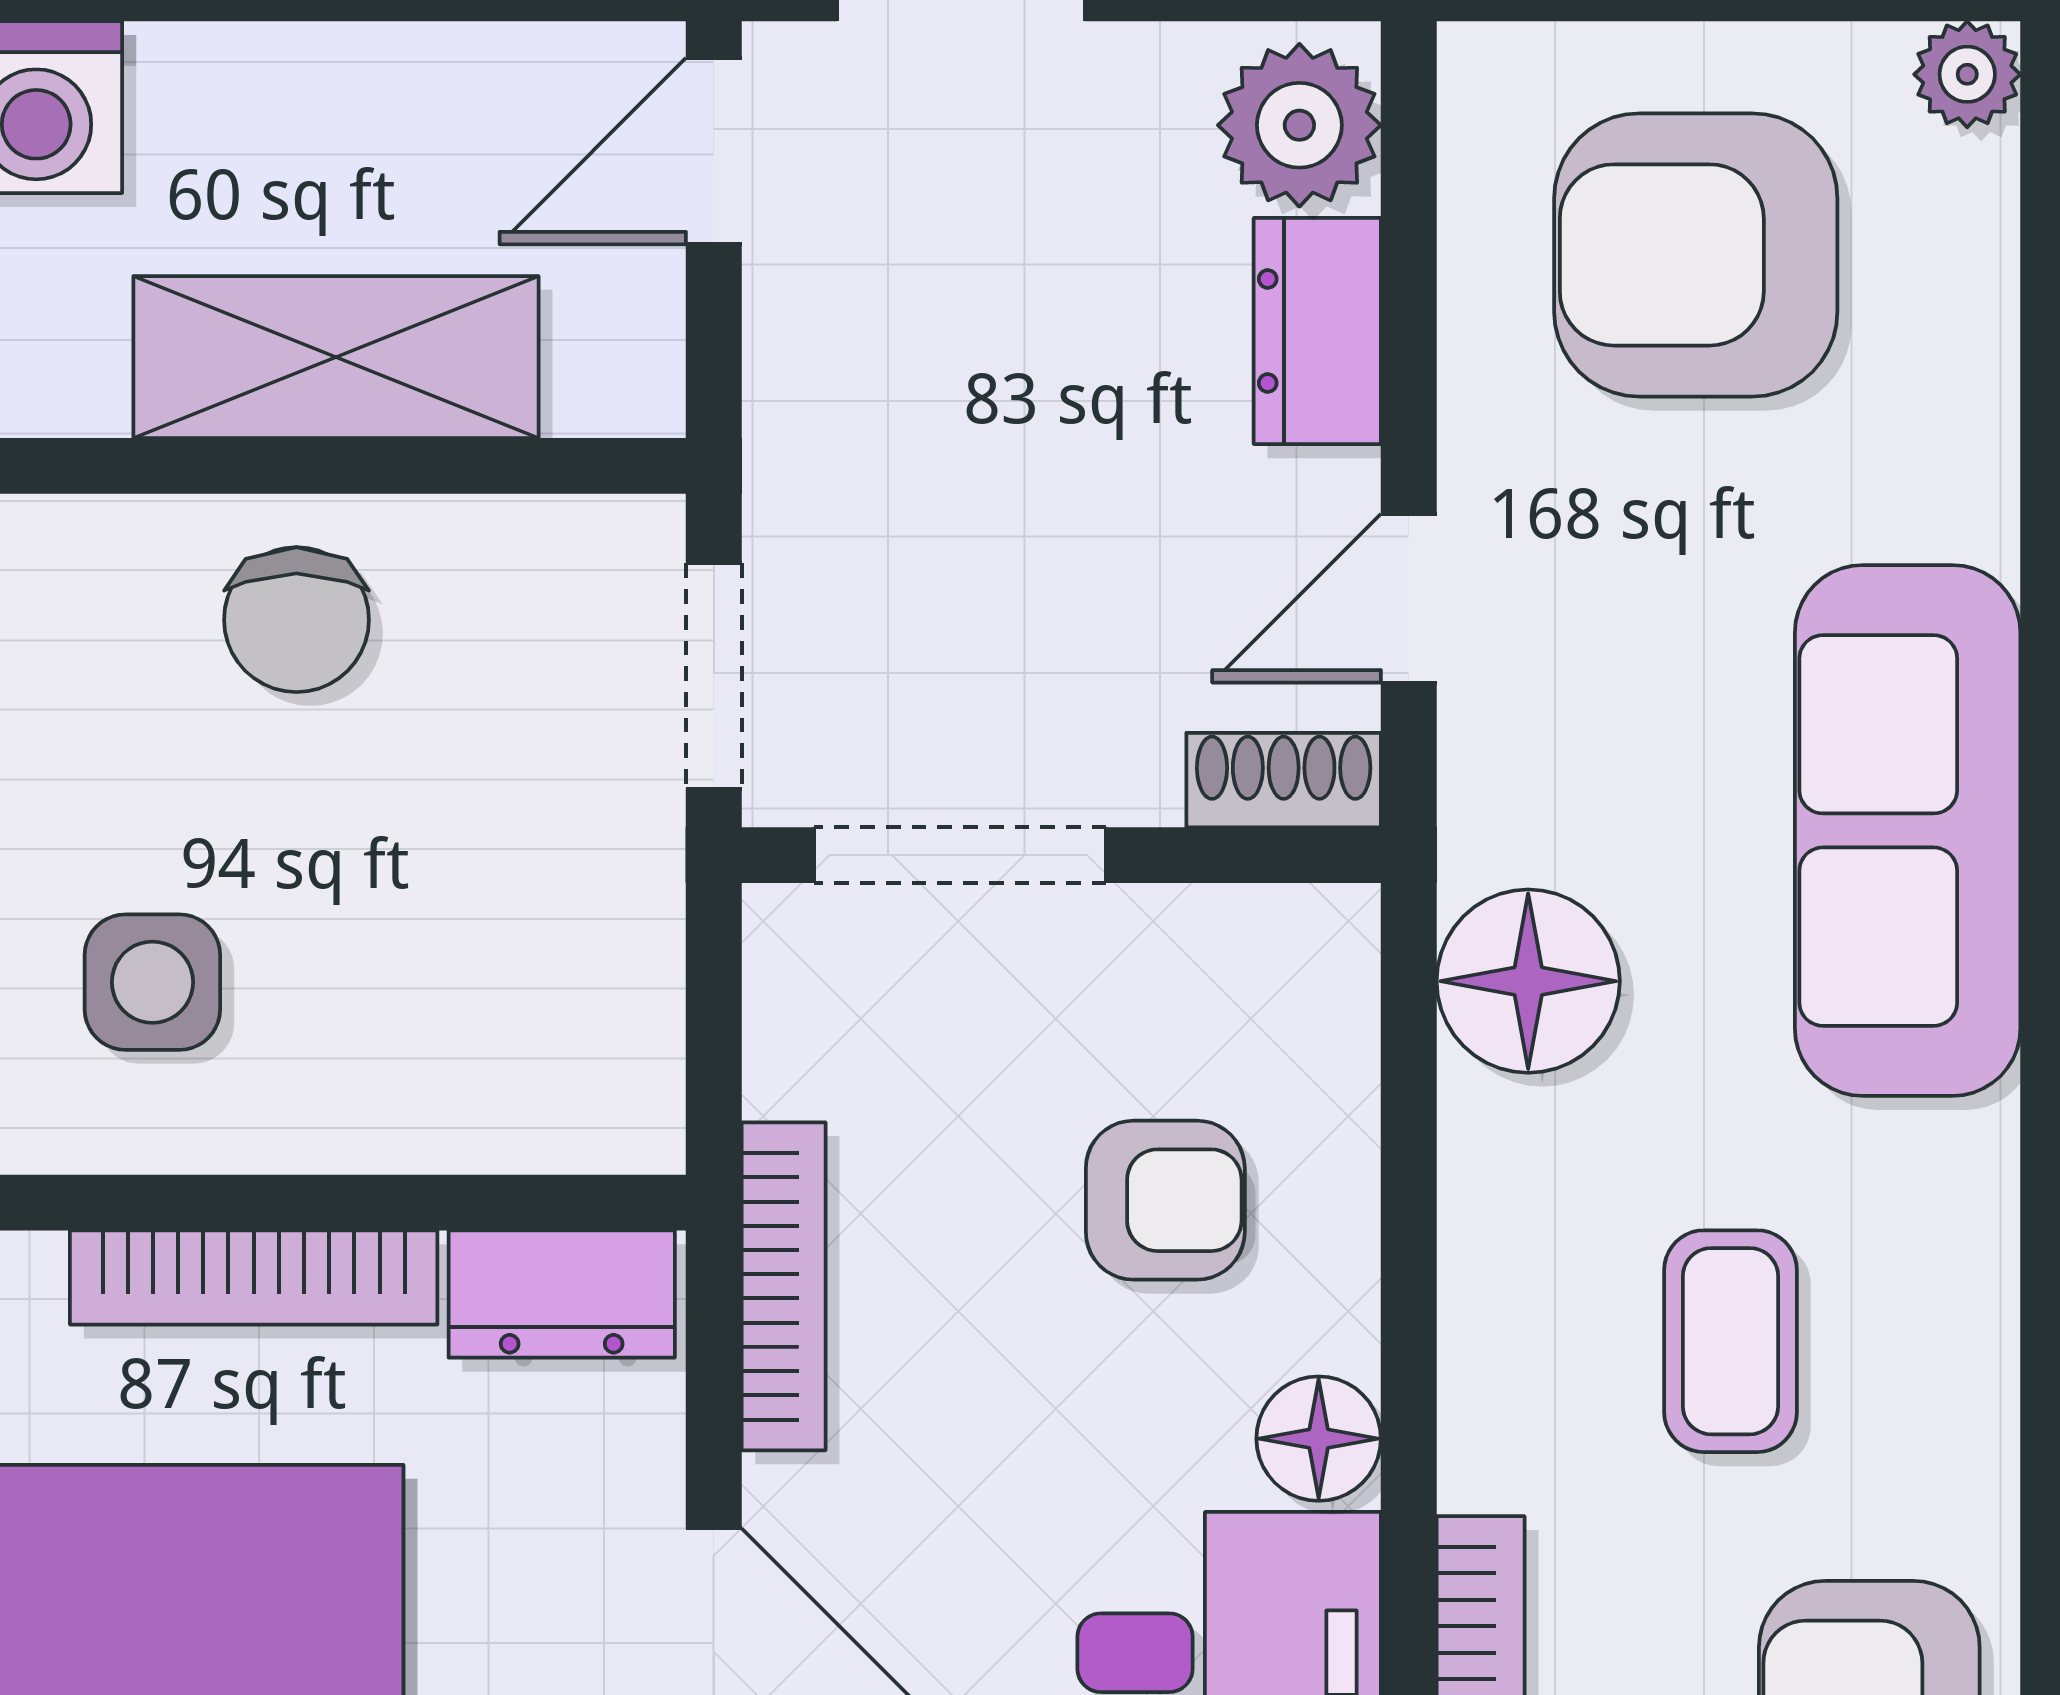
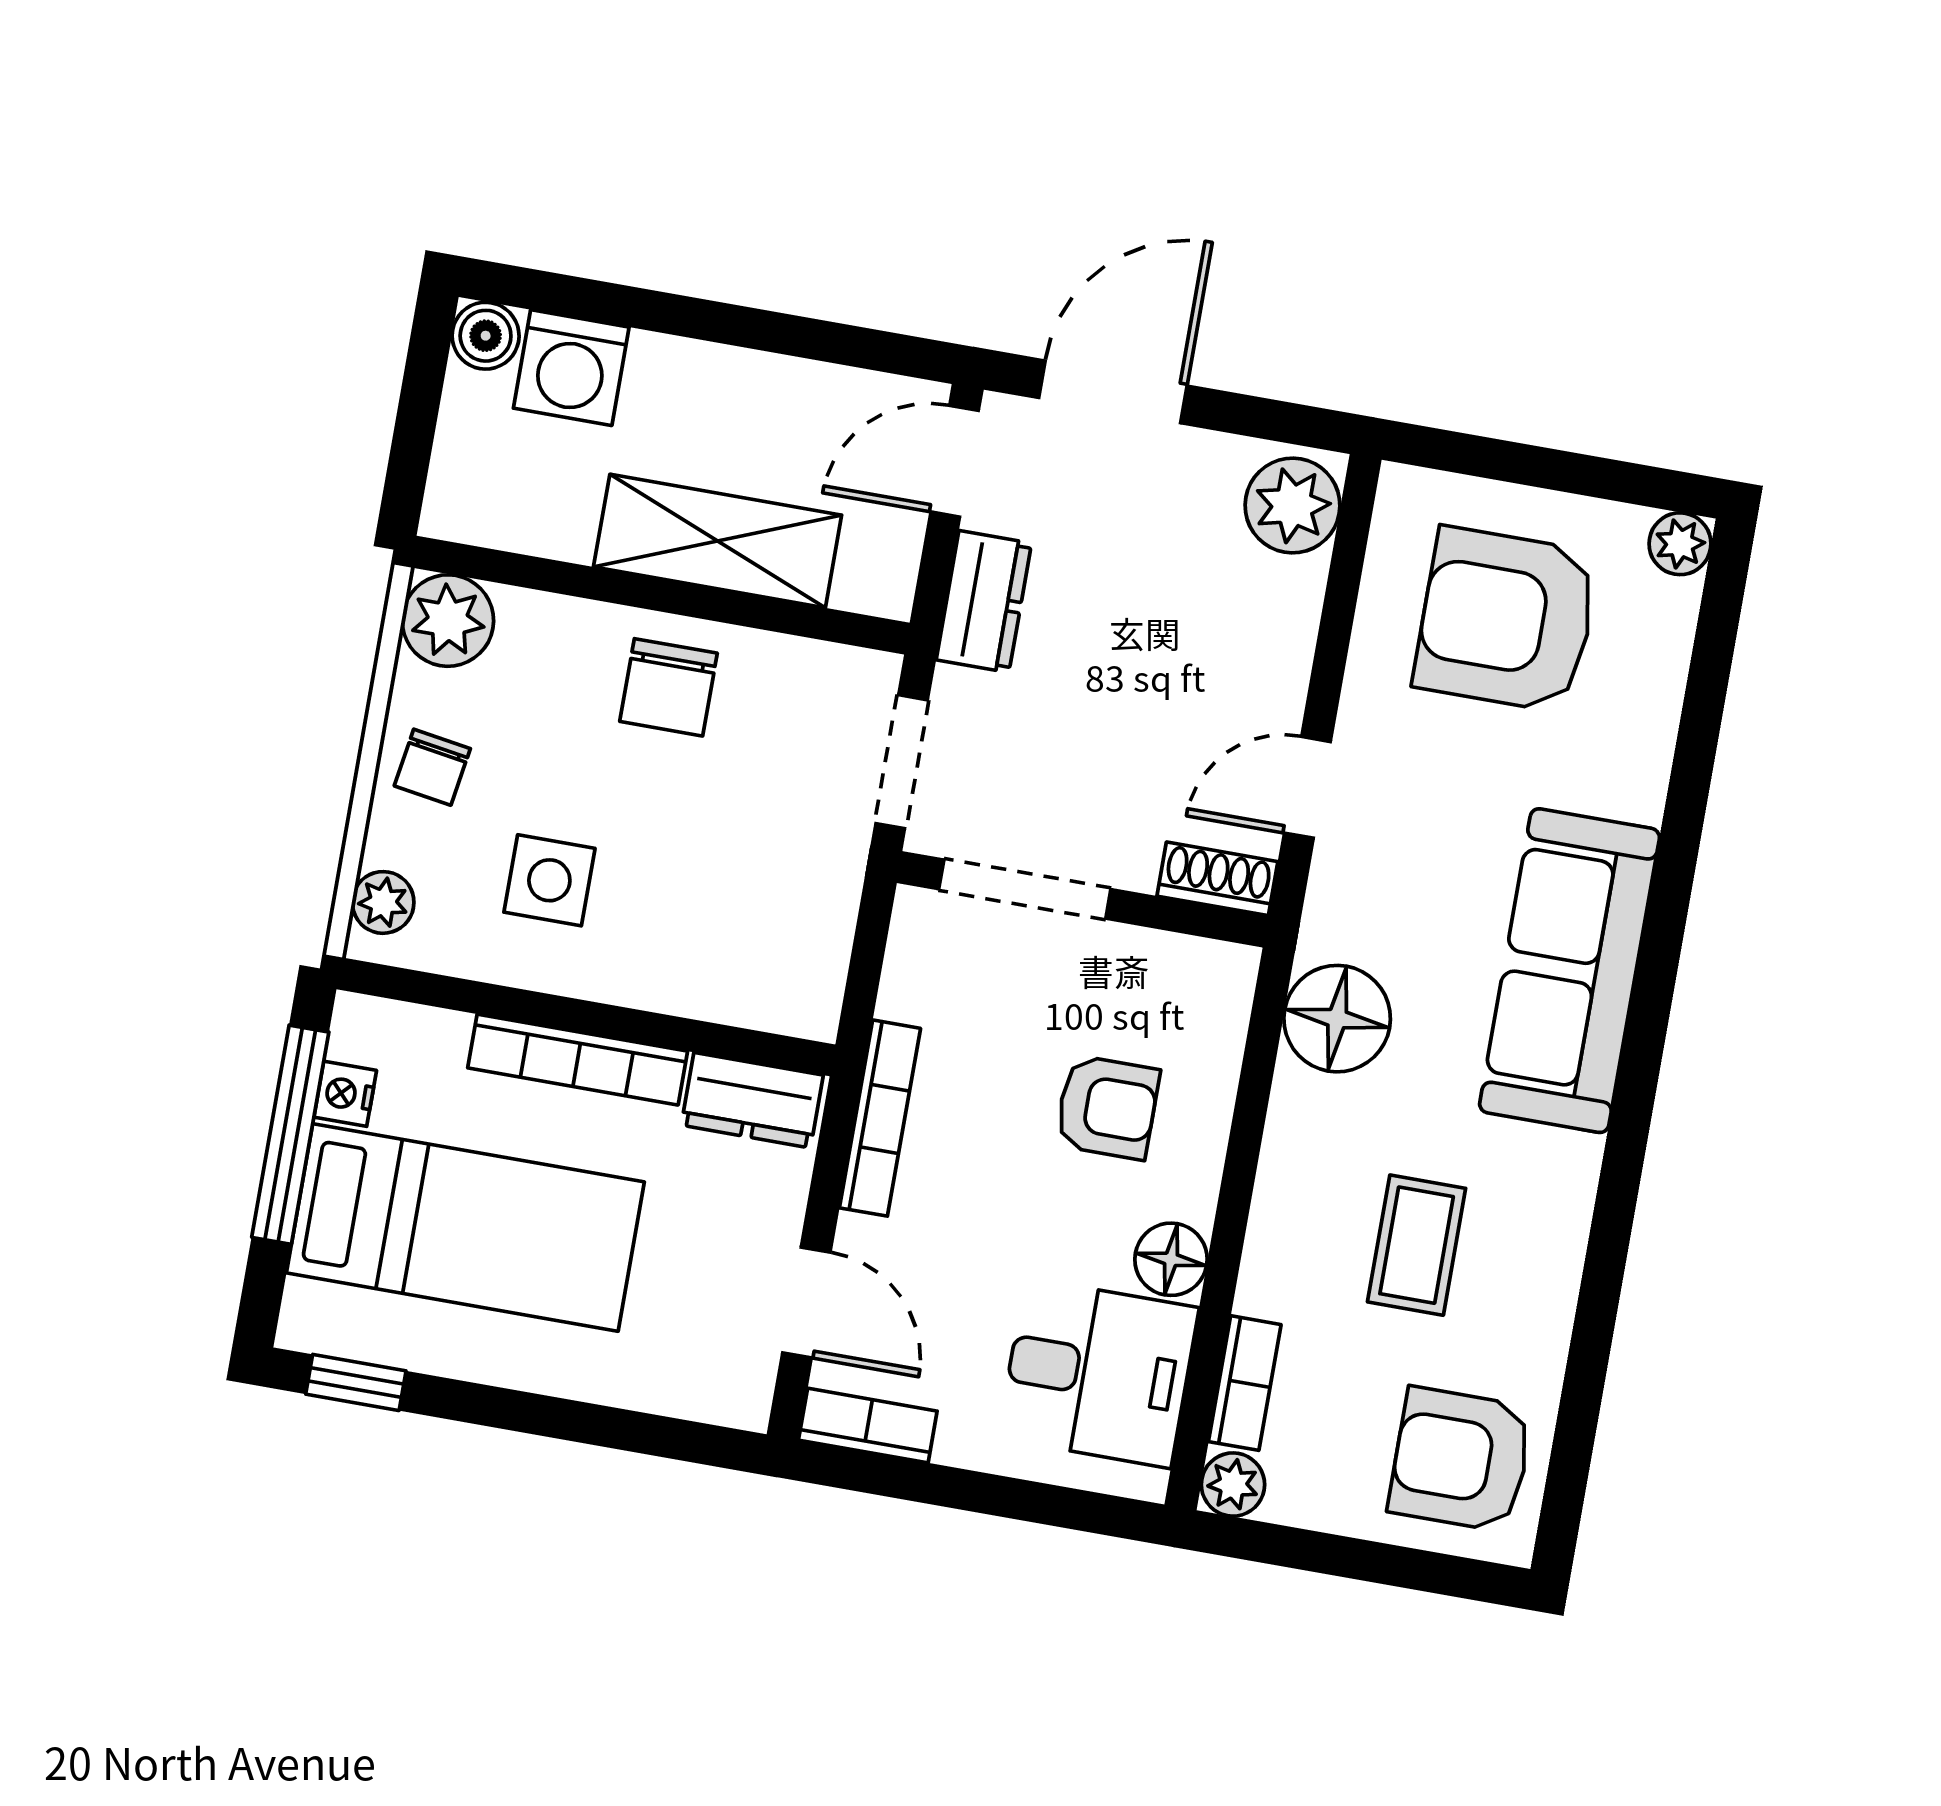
dresser: (1317, 331) -> (984, 601), moved, turned 180

